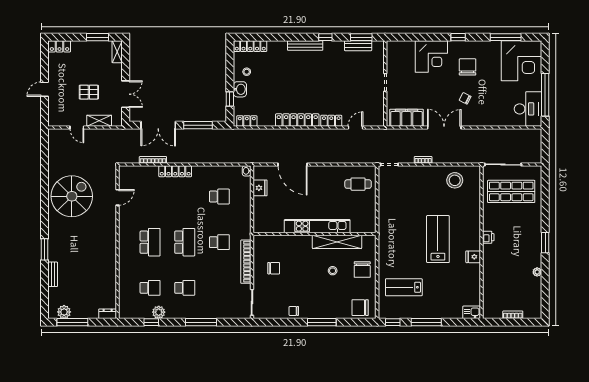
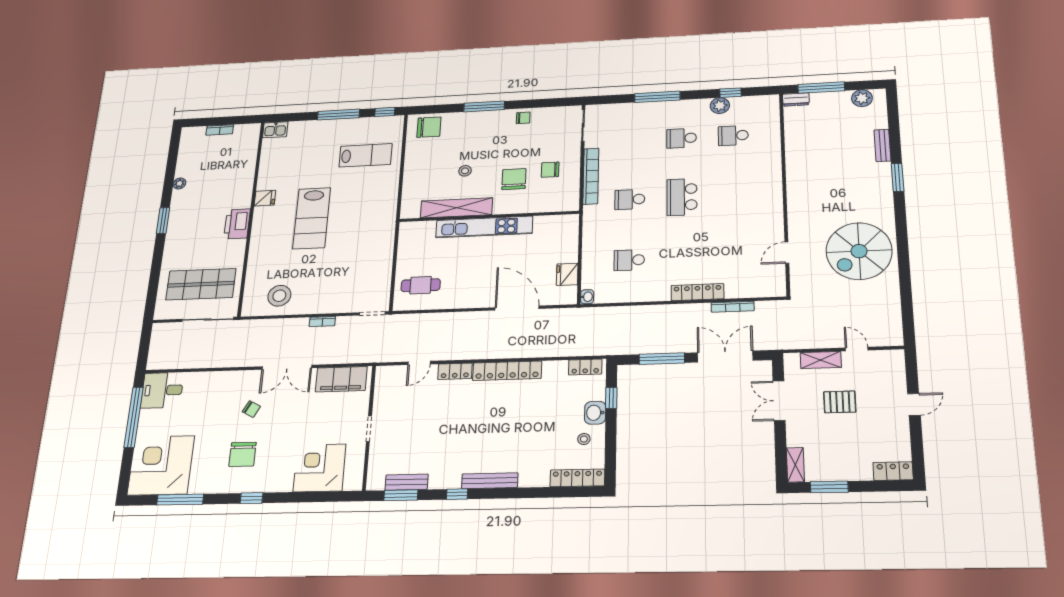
corner desk: (431, 56) -> (320, 468), moved
desk: (528, 109) -> (162, 390), width x0.73
printer: (488, 237) -> (237, 224), width x1.87, depth x1.48
school desk: (150, 242) -> (735, 195), removed
chair: (362, 270) -> (514, 179), moved
window: (72, 322) -> (821, 88), moved

